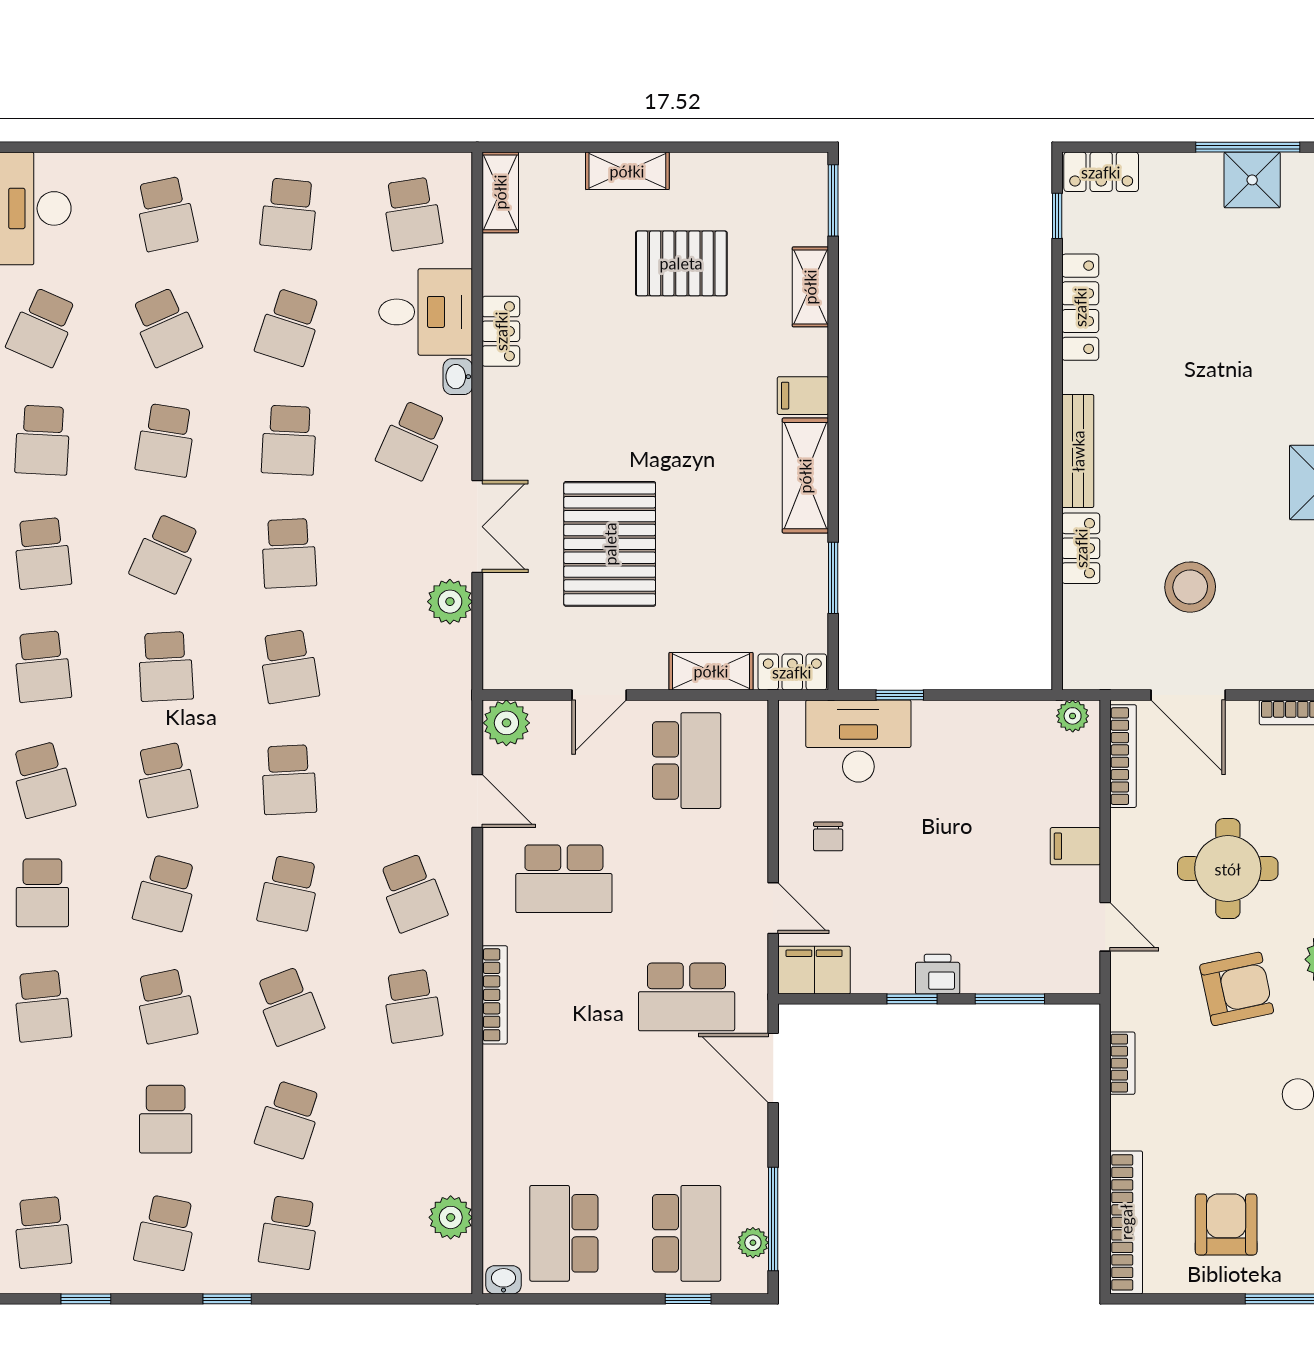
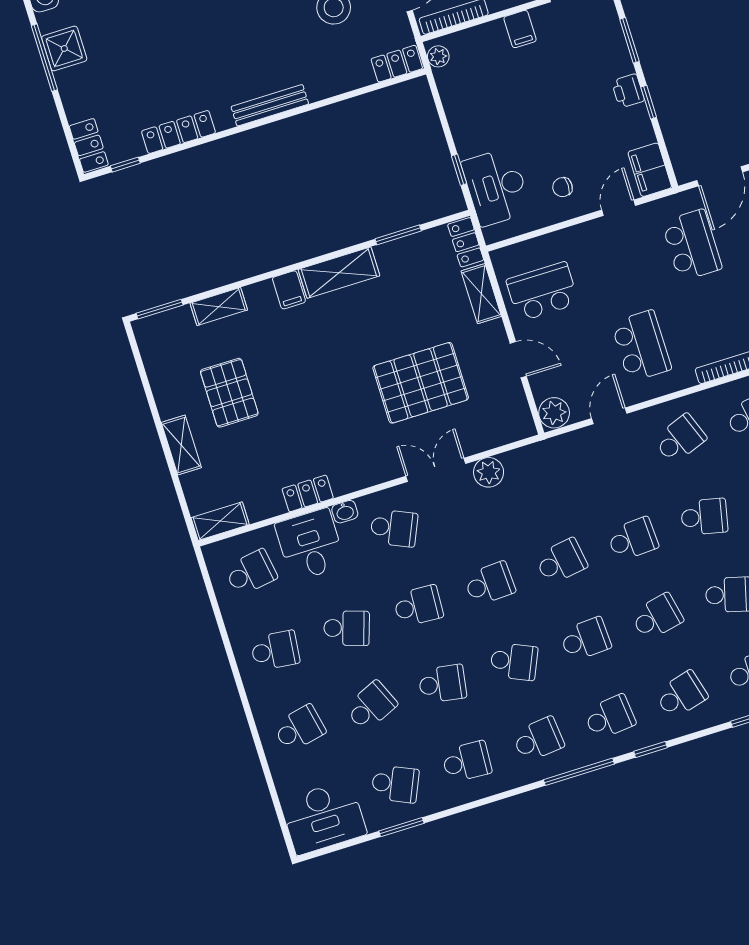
locker: (1081, 548) -> (397, 64), moved
chair: (828, 836) -> (562, 187), turned 180

